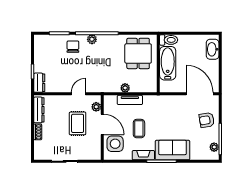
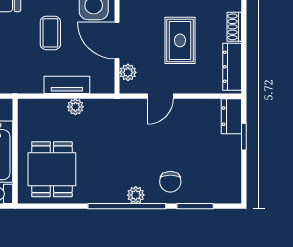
rug: (78, 123) -> (180, 40), moved

